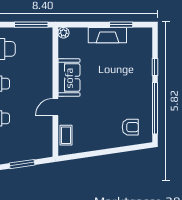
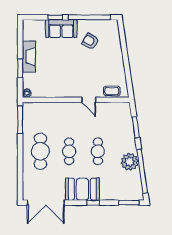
window: (121, 25) -> (20, 68), moved
sofa: (69, 78) -> (61, 29), moved, turned 180
armchair: (130, 127) -> (90, 41), moved, turned -60

